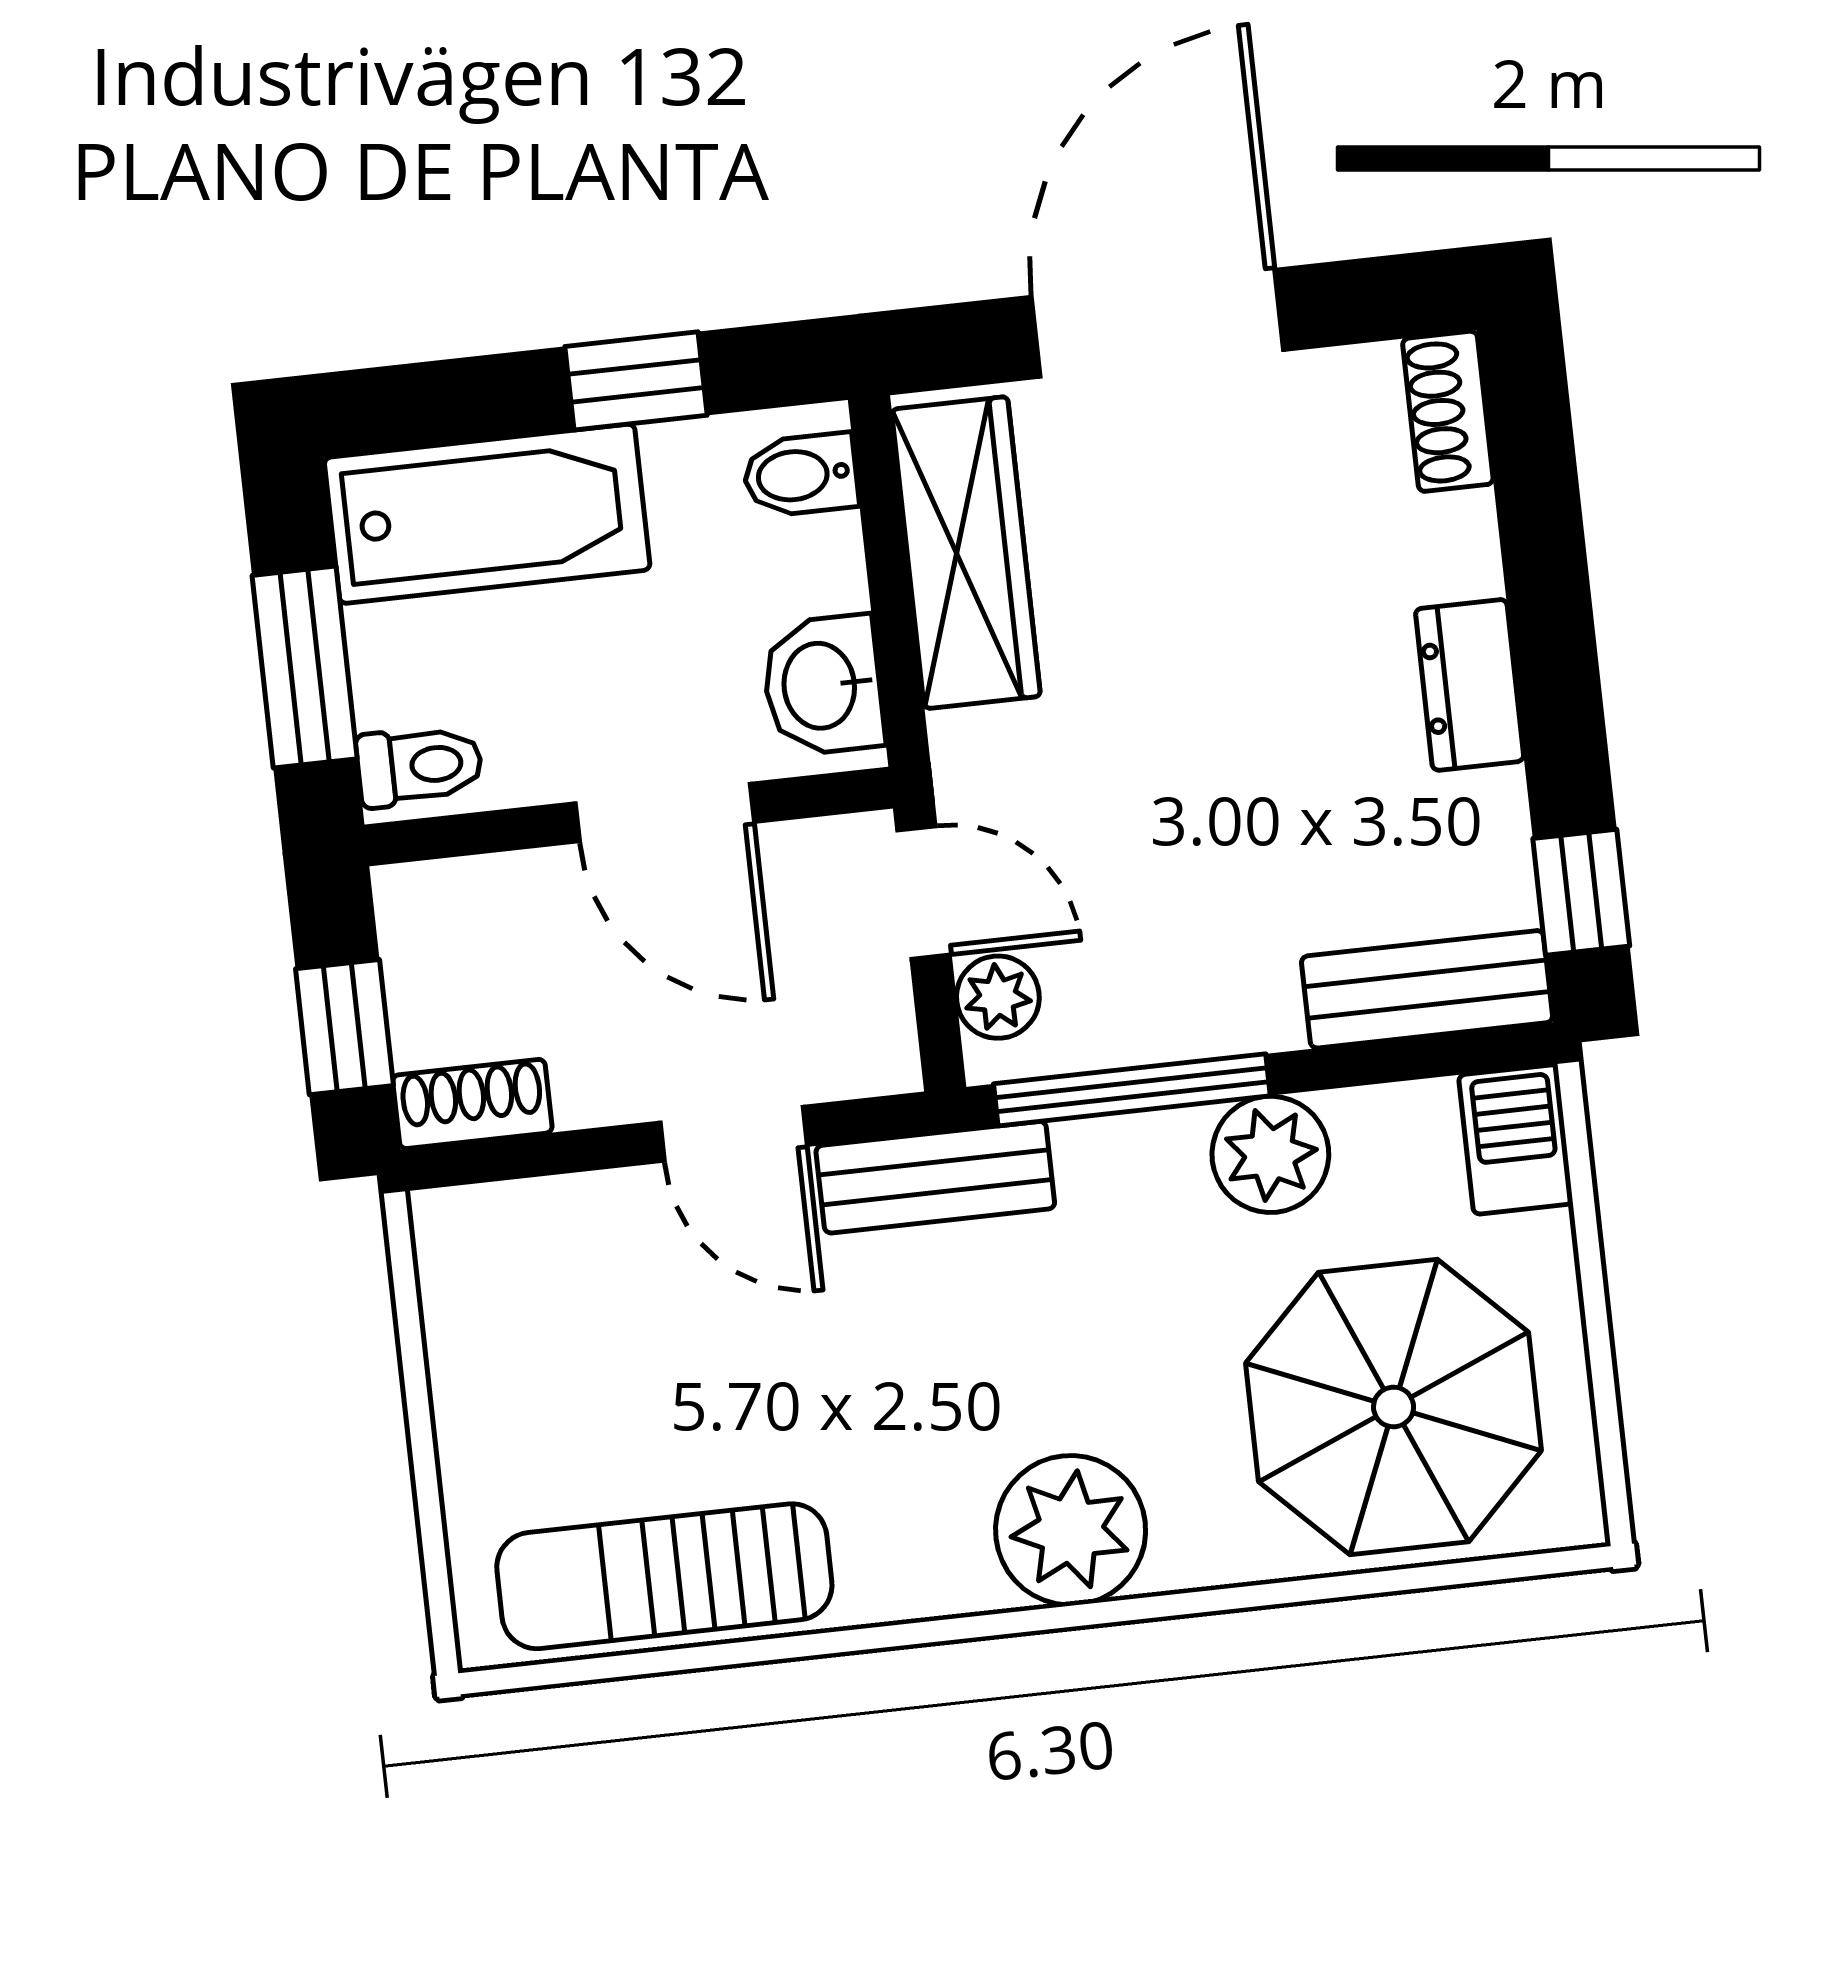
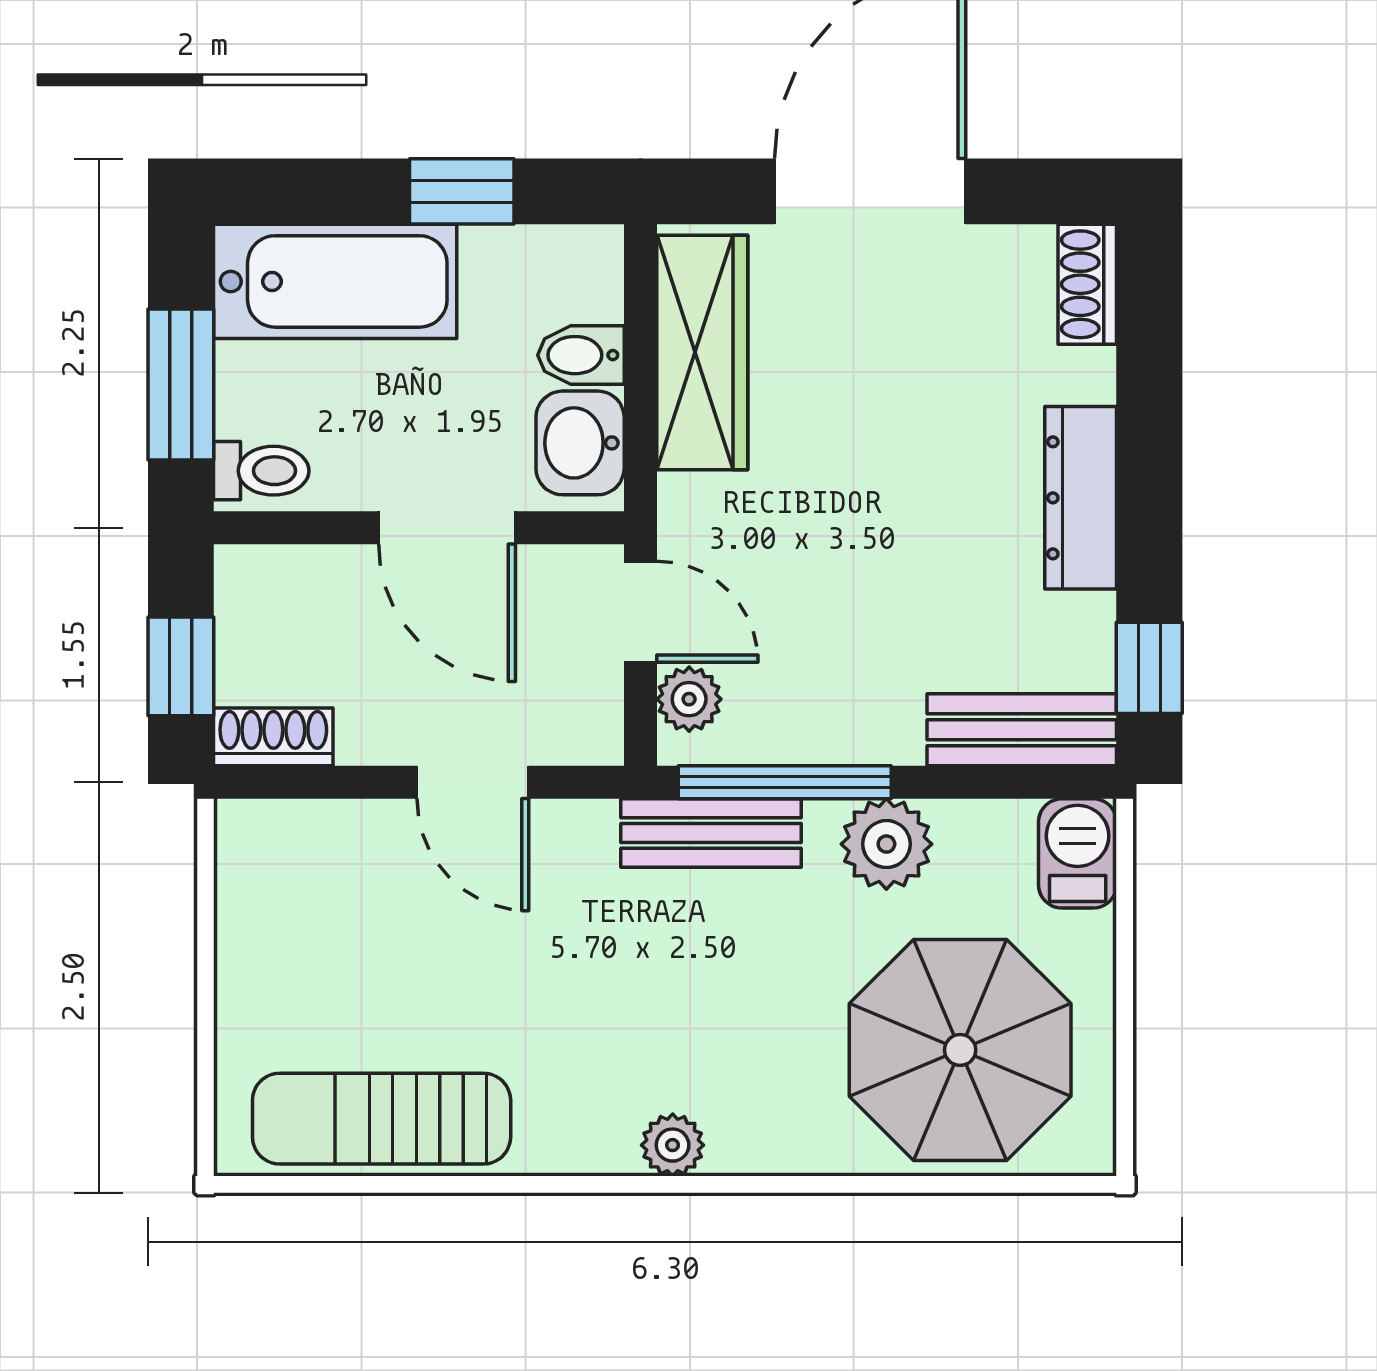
bidet: (800, 475) -> (581, 355), moved
dresser: (1470, 685) -> (1081, 498), width x1.44
bench: (935, 1177) -> (711, 833), moved
plant: (1071, 1530) -> (673, 1145), width x0.53, depth x0.53

